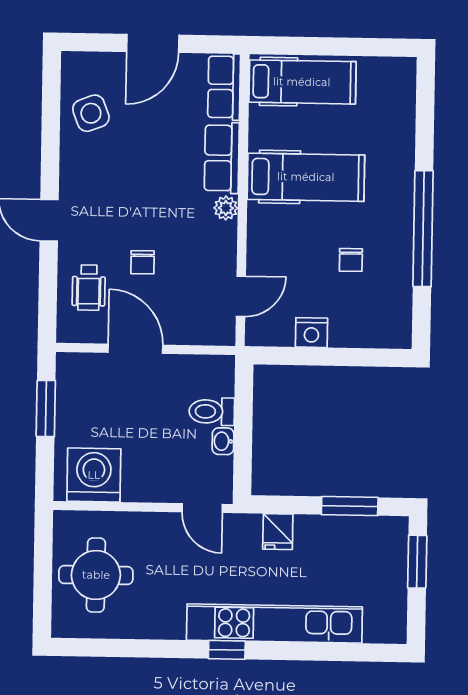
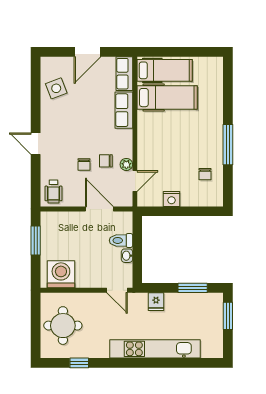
hospital bed: (306, 177) -> (167, 98), moved
plant: (226, 208) -> (126, 164), moved
window: (423, 229) -> (228, 145), width x0.68
chair: (185, 256) -> (106, 161), added
chair: (351, 260) -> (205, 174), moved
wheelchair: (89, 288) -> (53, 192), moved
door: (135, 349) -> (99, 209), moved
window: (227, 650) -> (79, 363), moved

